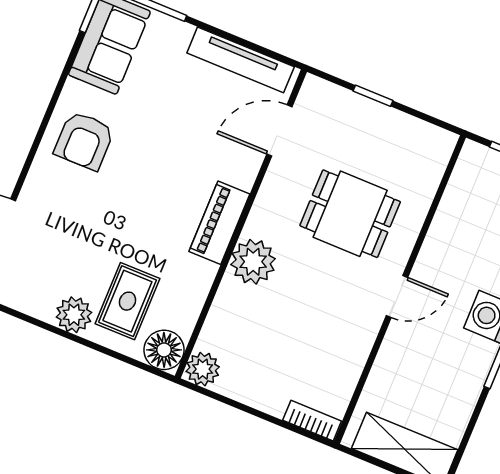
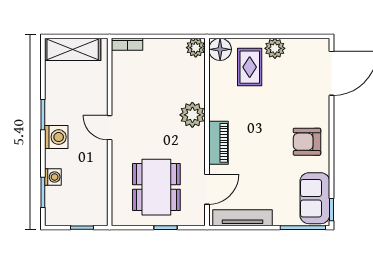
armchair: (84, 141) -> (307, 142), turned -90
dining table: (350, 214) -> (156, 187), moved, width x1.37
piano: (219, 223) -> (218, 143), moved
door: (397, 296) -> (110, 128), hinge flipped

